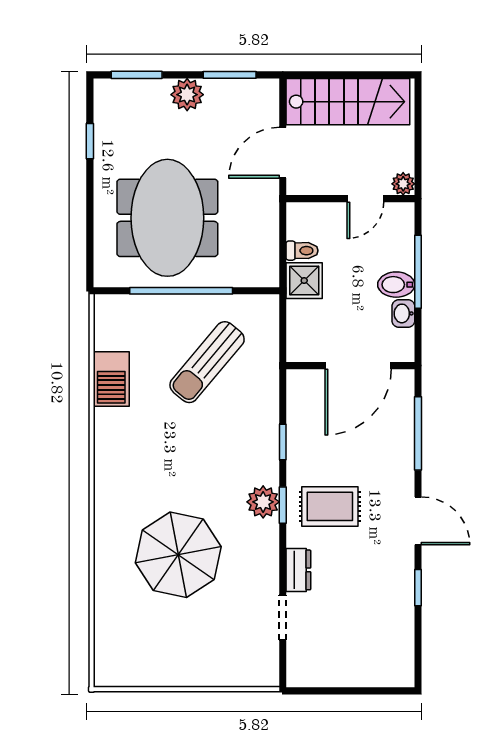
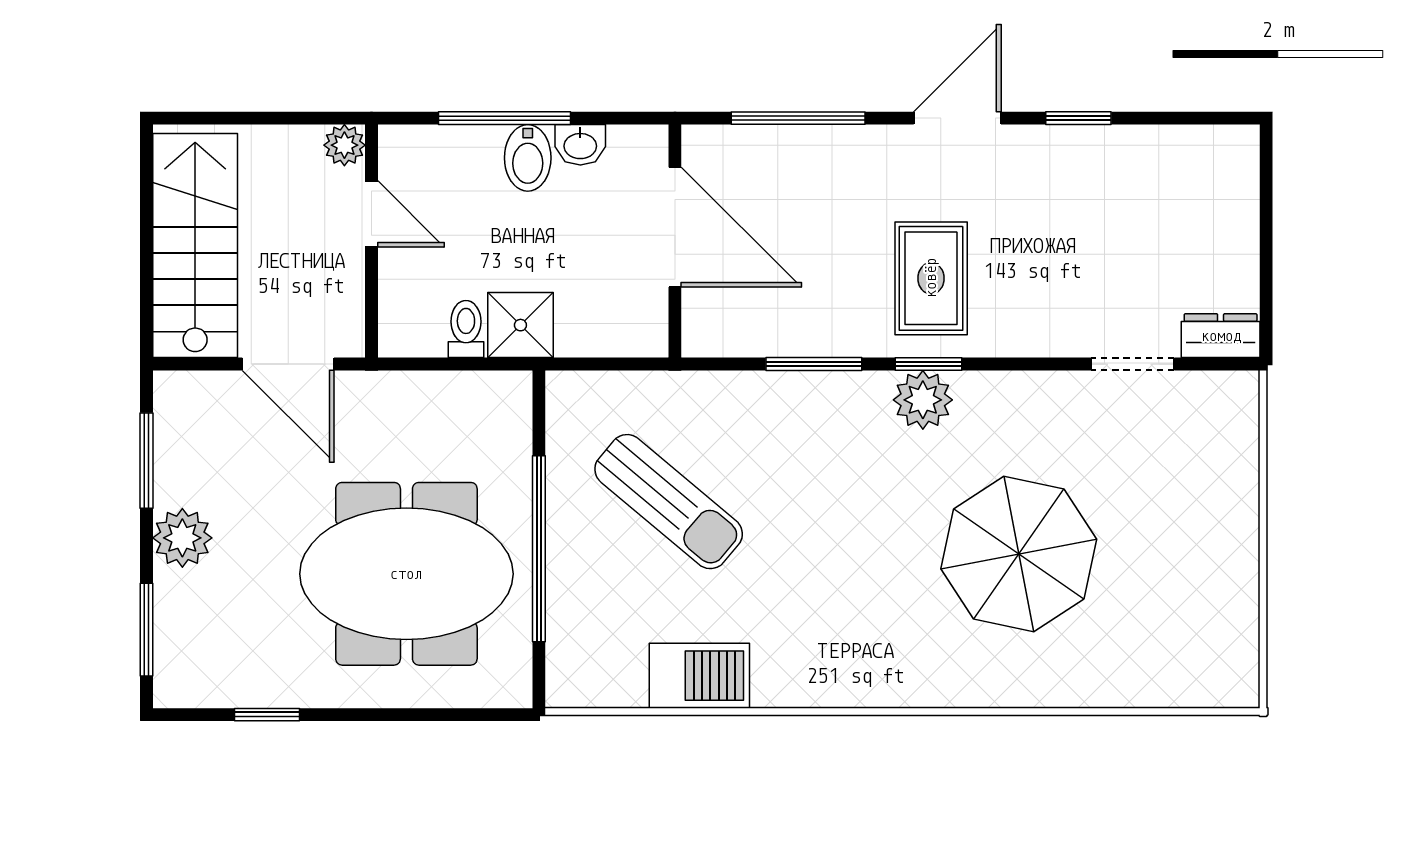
window: (283, 442) -> (814, 364), width x1.50
dresser: (298, 570) -> (1221, 336), moved

